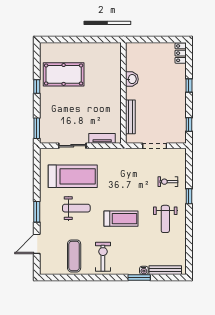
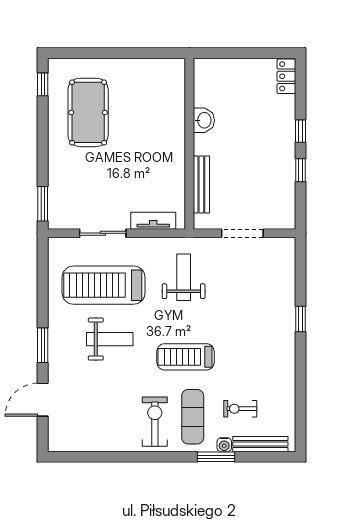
pool table: (64, 74) -> (88, 112), turned 90
window: (37, 86) -> (43, 84), moved
window: (189, 125) -> (301, 170), moved
treadmill: (73, 176) -> (104, 285), turned 180
exercise bike: (168, 182) -> (240, 409), moved
treadmill: (121, 219) -> (186, 357), turned 180
weight bench: (165, 219) -> (184, 277), moved, turned 180
exercise mat: (74, 256) -> (193, 417), moved

